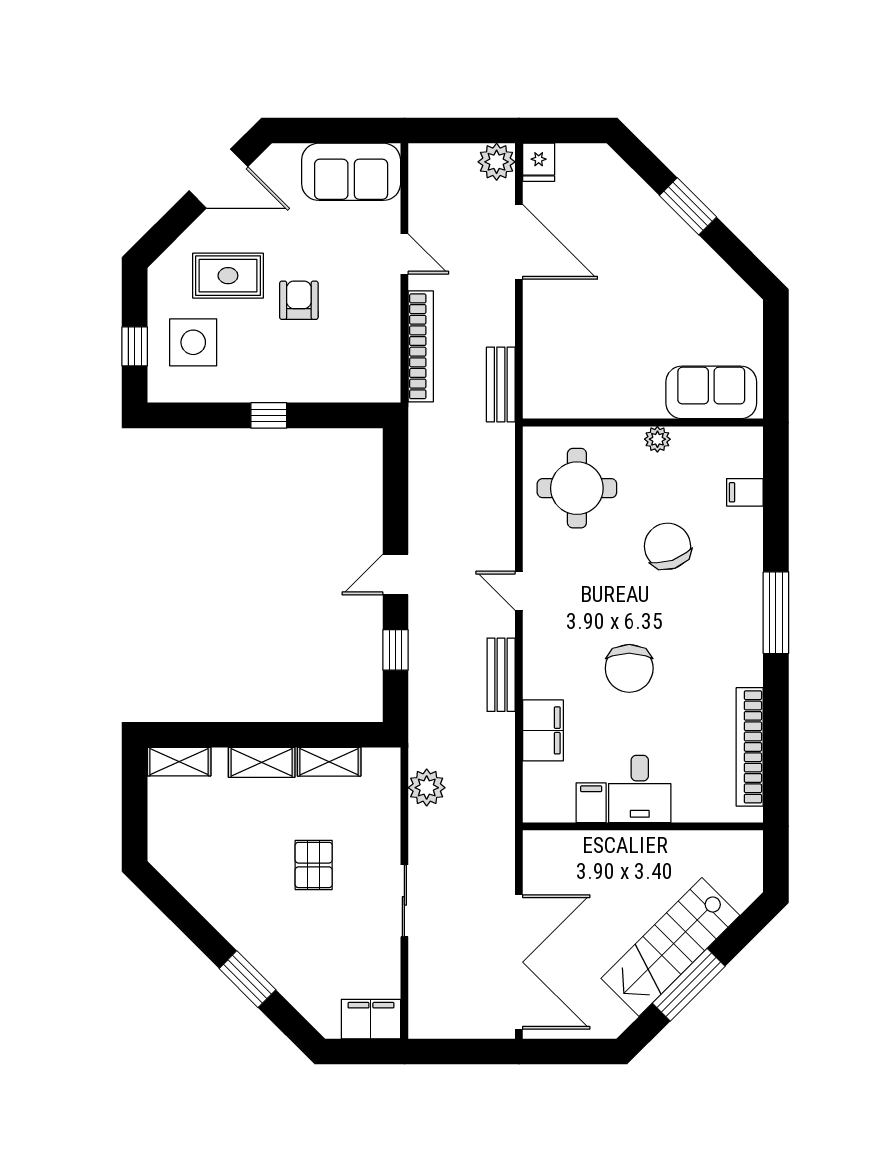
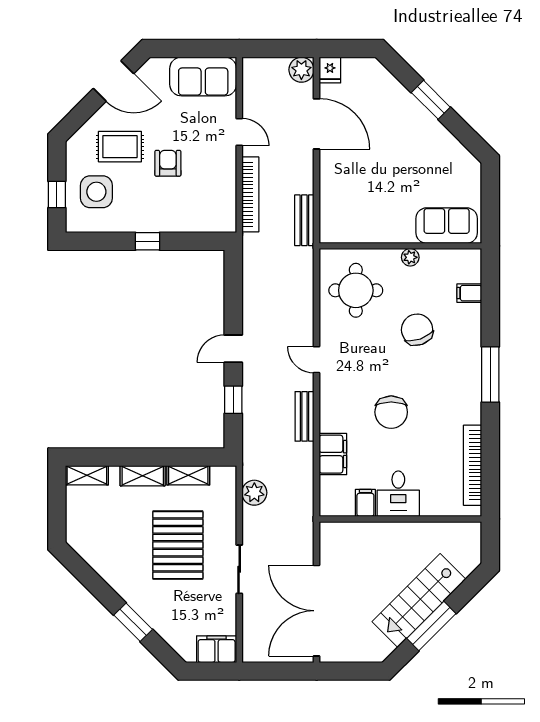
pallet: (314, 865) -> (178, 545), width x2.05, depth x2.00
double door: (519, 962) -> (317, 611), swing flipped

